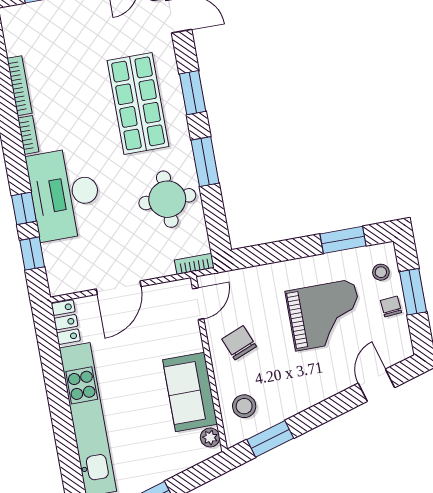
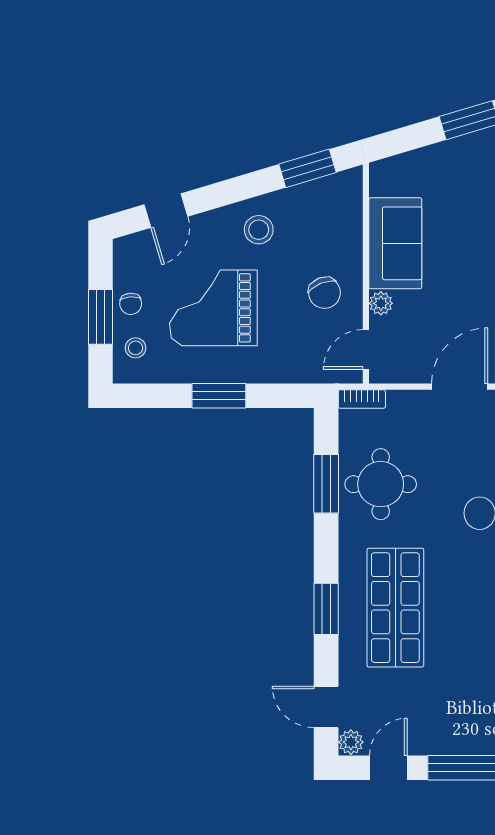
window: (205, 162) -> (326, 484), moved
window: (343, 240) -> (219, 396), moved
stool: (244, 406) -> (259, 230), moved
plant: (210, 437) -> (381, 303), moved

